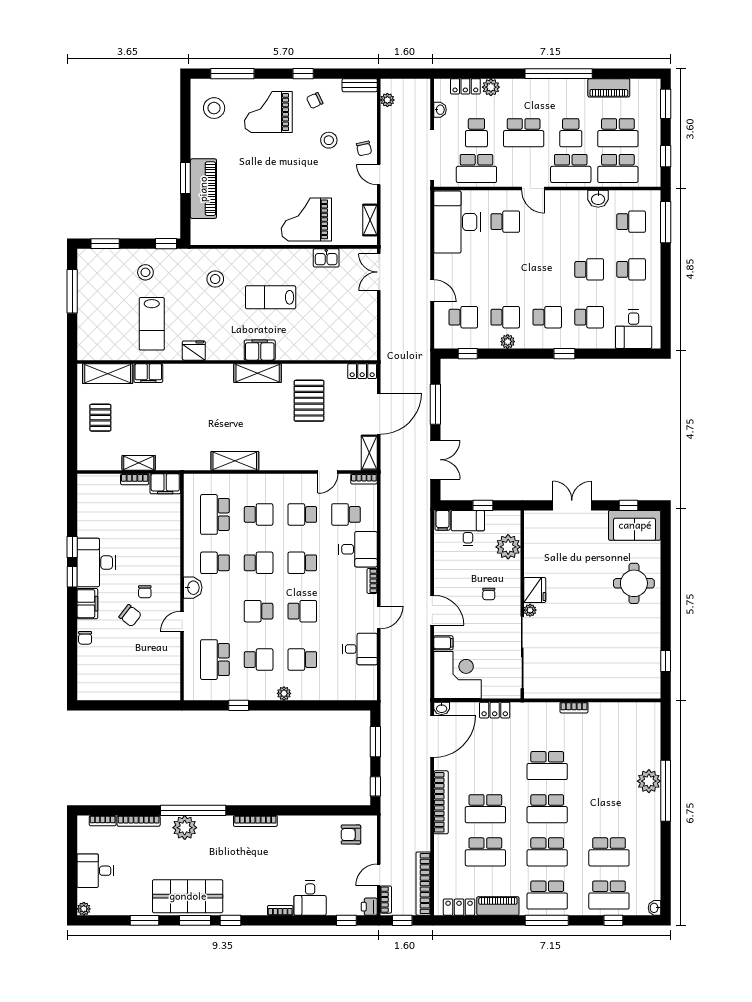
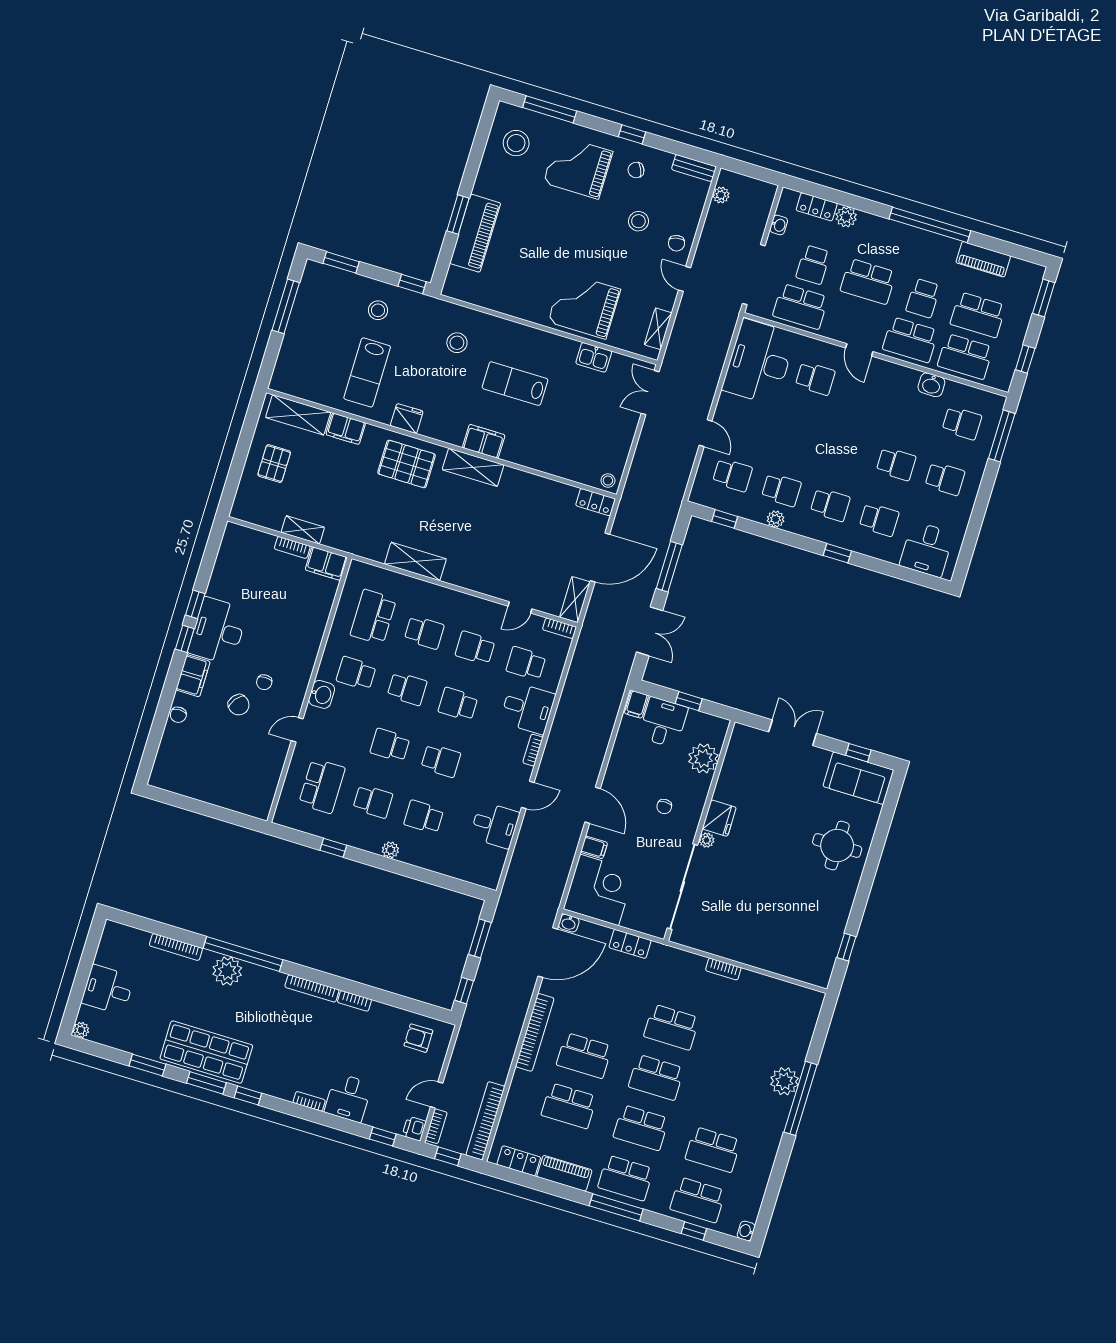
stool: (367, 351) -> (608, 480), added
pallet: (309, 401) -> (407, 464), moved, turned 90
school desk: (215, 660) -> (322, 786), turned 180
bookcase: (103, 821) -> (354, 1001), moved

